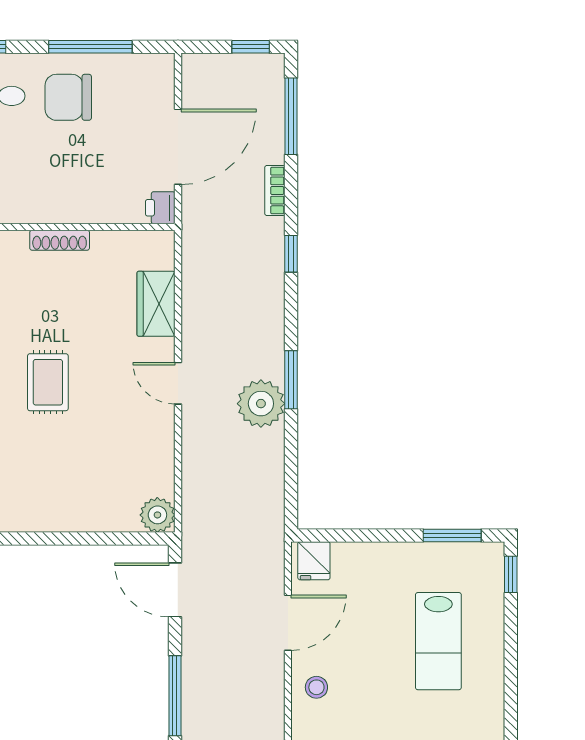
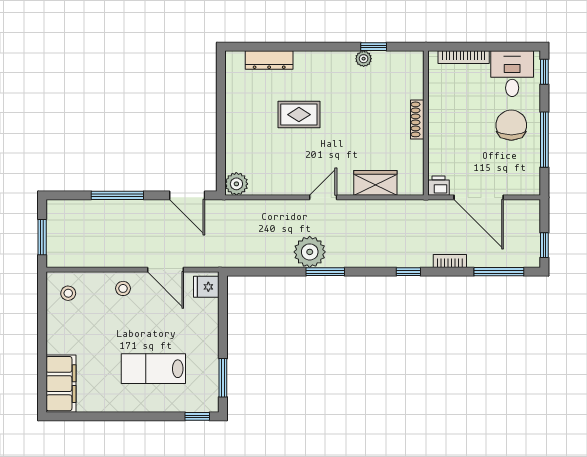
rug: (48, 382) -> (299, 115), moved
door: (175, 590) -> (187, 195), swing flipped

